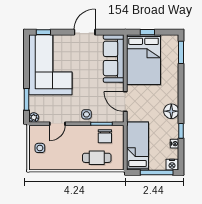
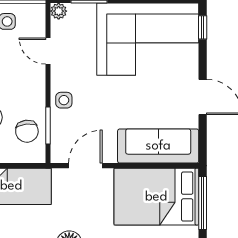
window: (147, 32) -> (203, 203), width x2.17
chair: (105, 136) -> (27, 131), turned -97

